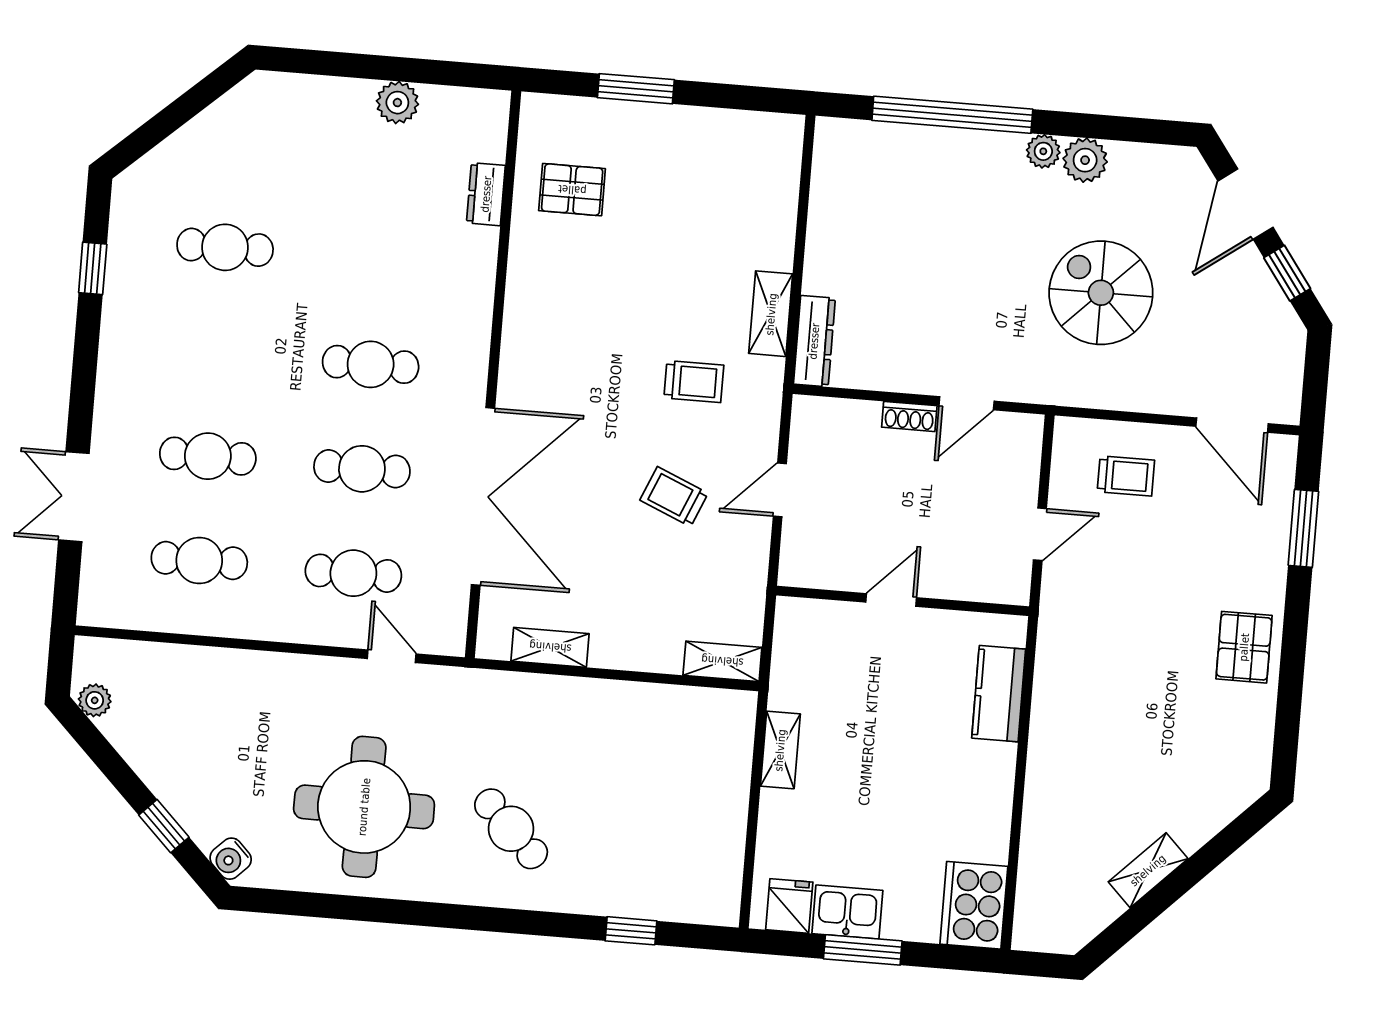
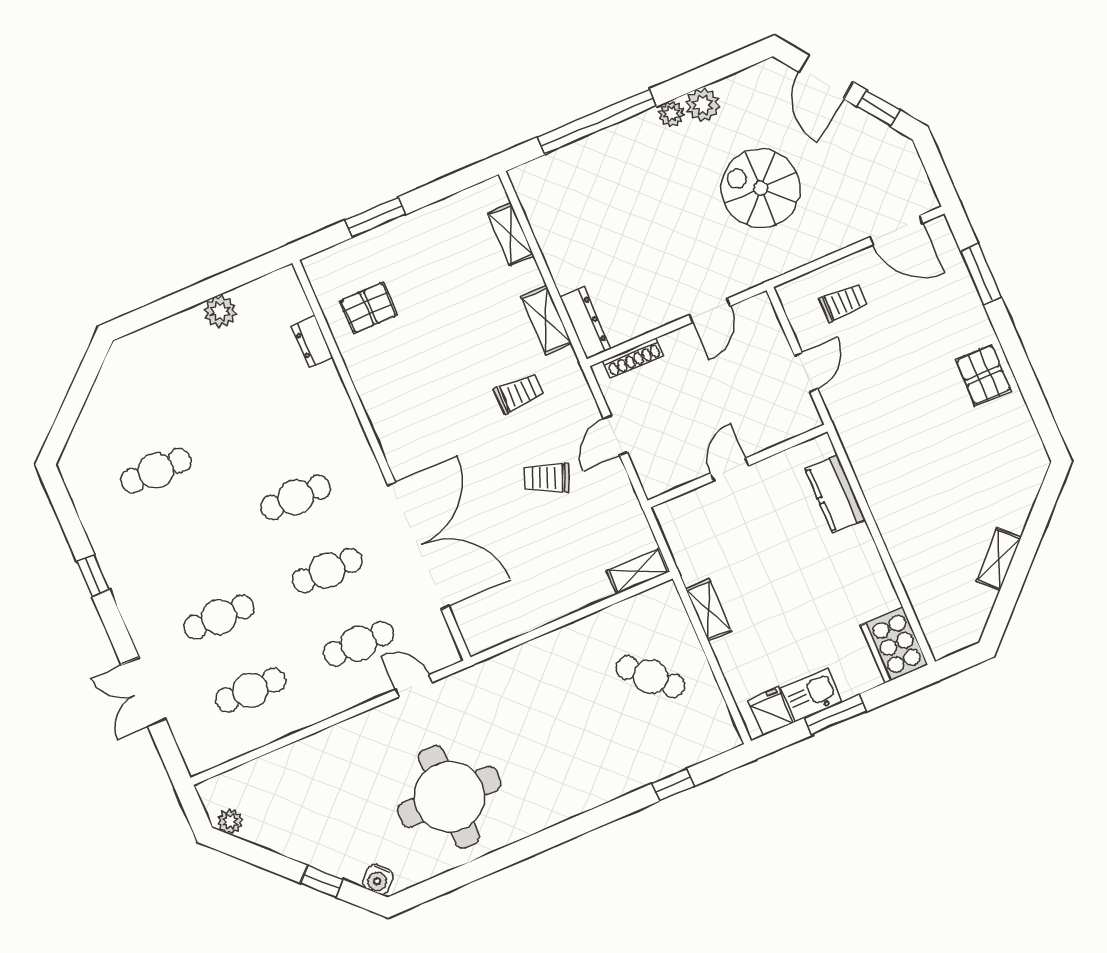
window: (93, 268) -> (93, 576), moved
shoe rack: (909, 416) -> (633, 358), moved, width x1.43
shelving: (550, 647) -> (511, 234), moved, turned 90
cafe table: (511, 829) -> (651, 677), moved

